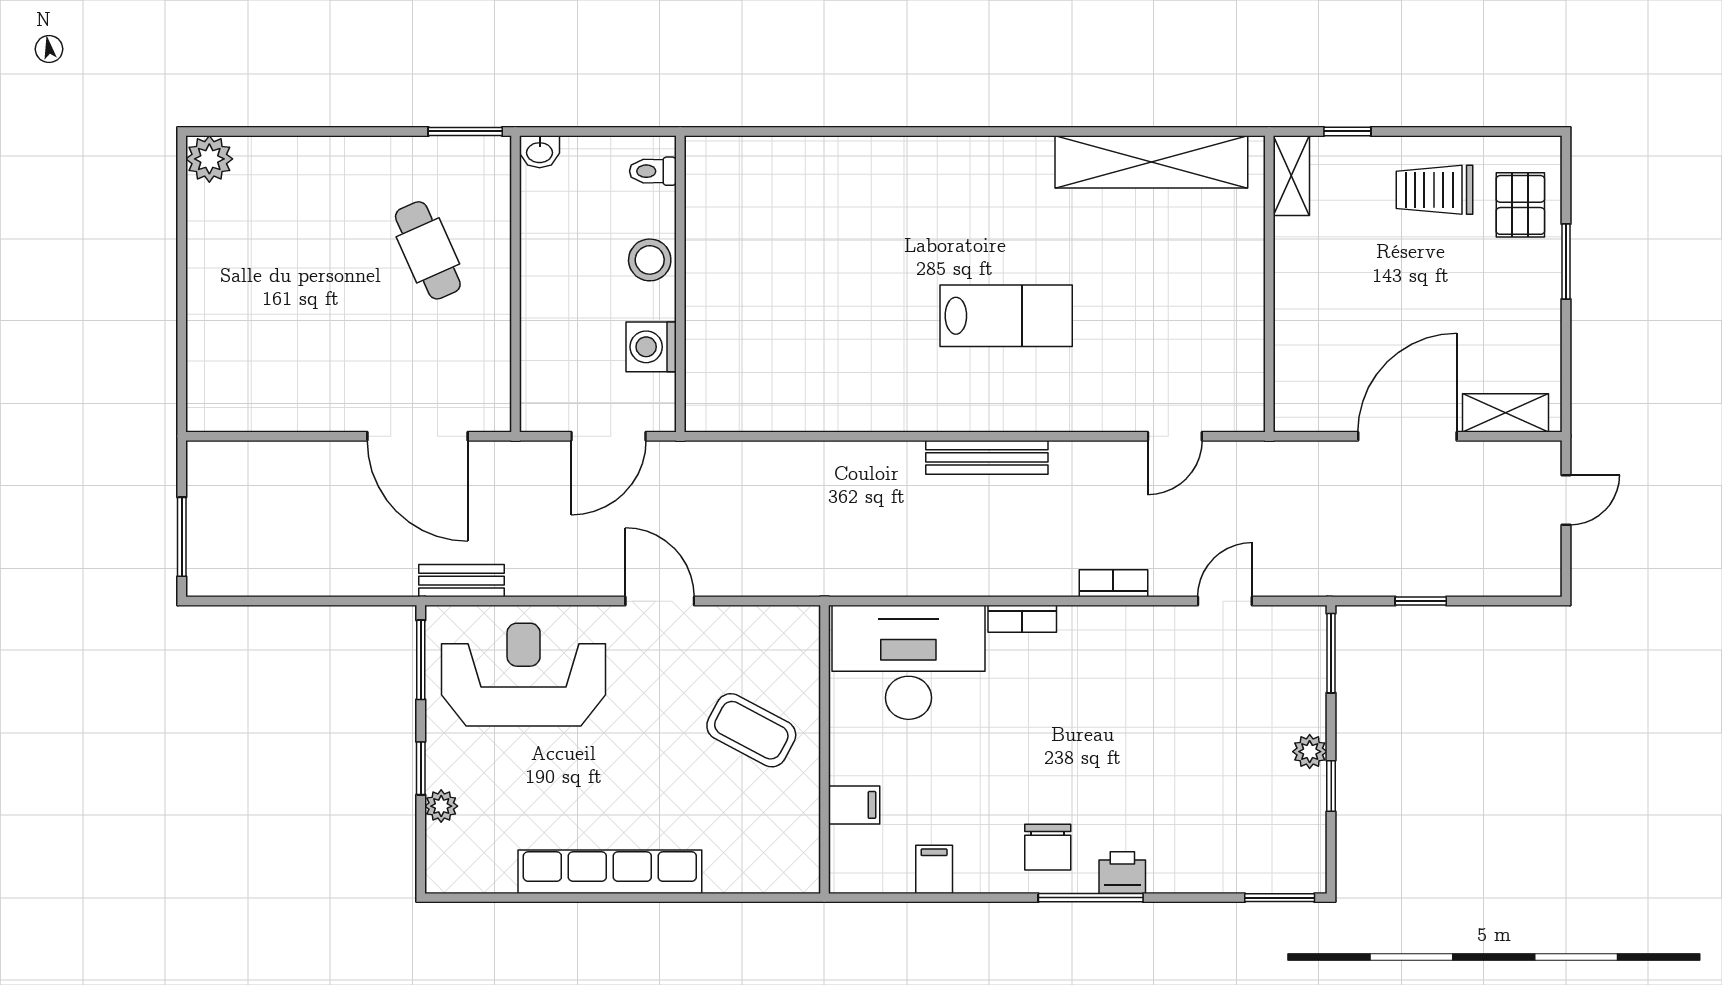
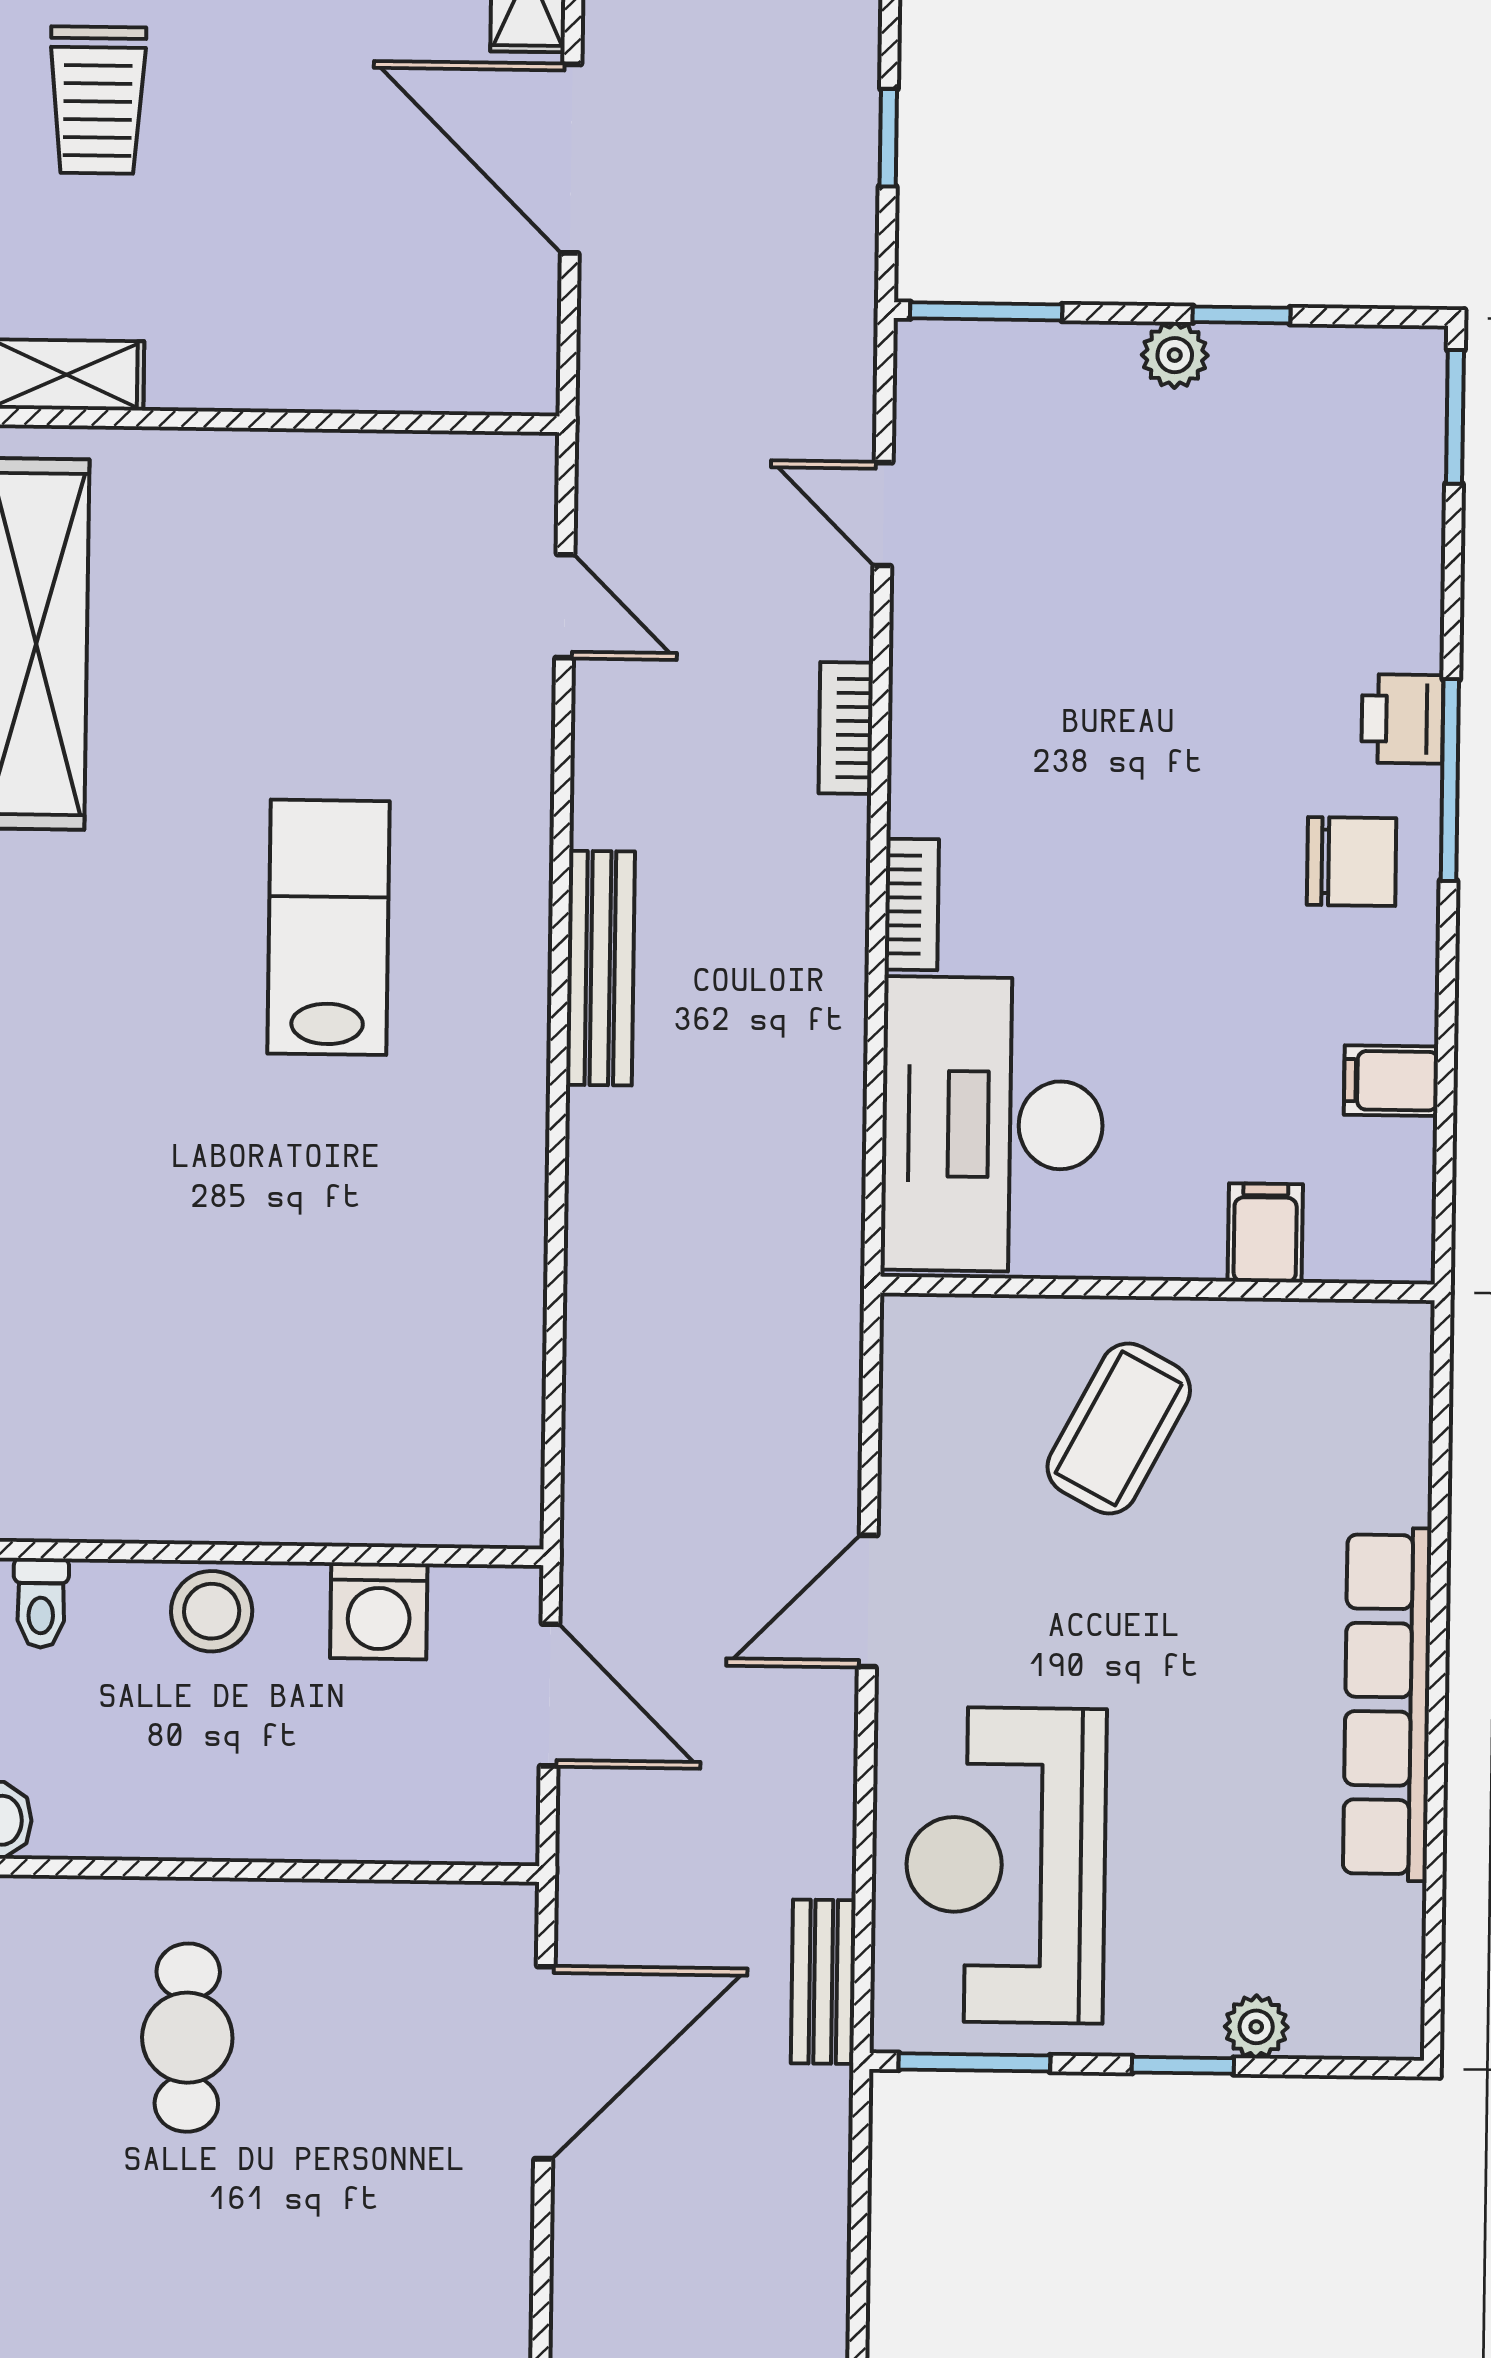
cafe table: (428, 250) -> (187, 2038), turned -66

